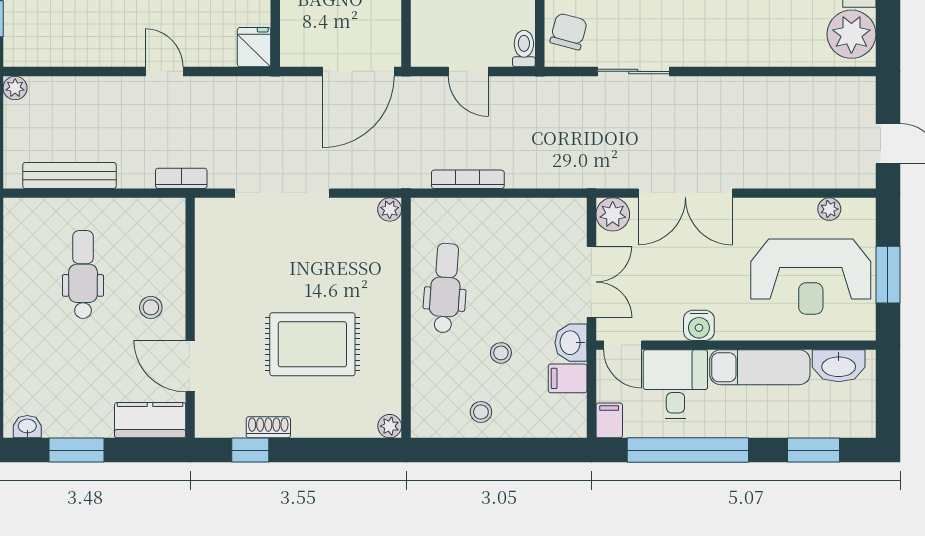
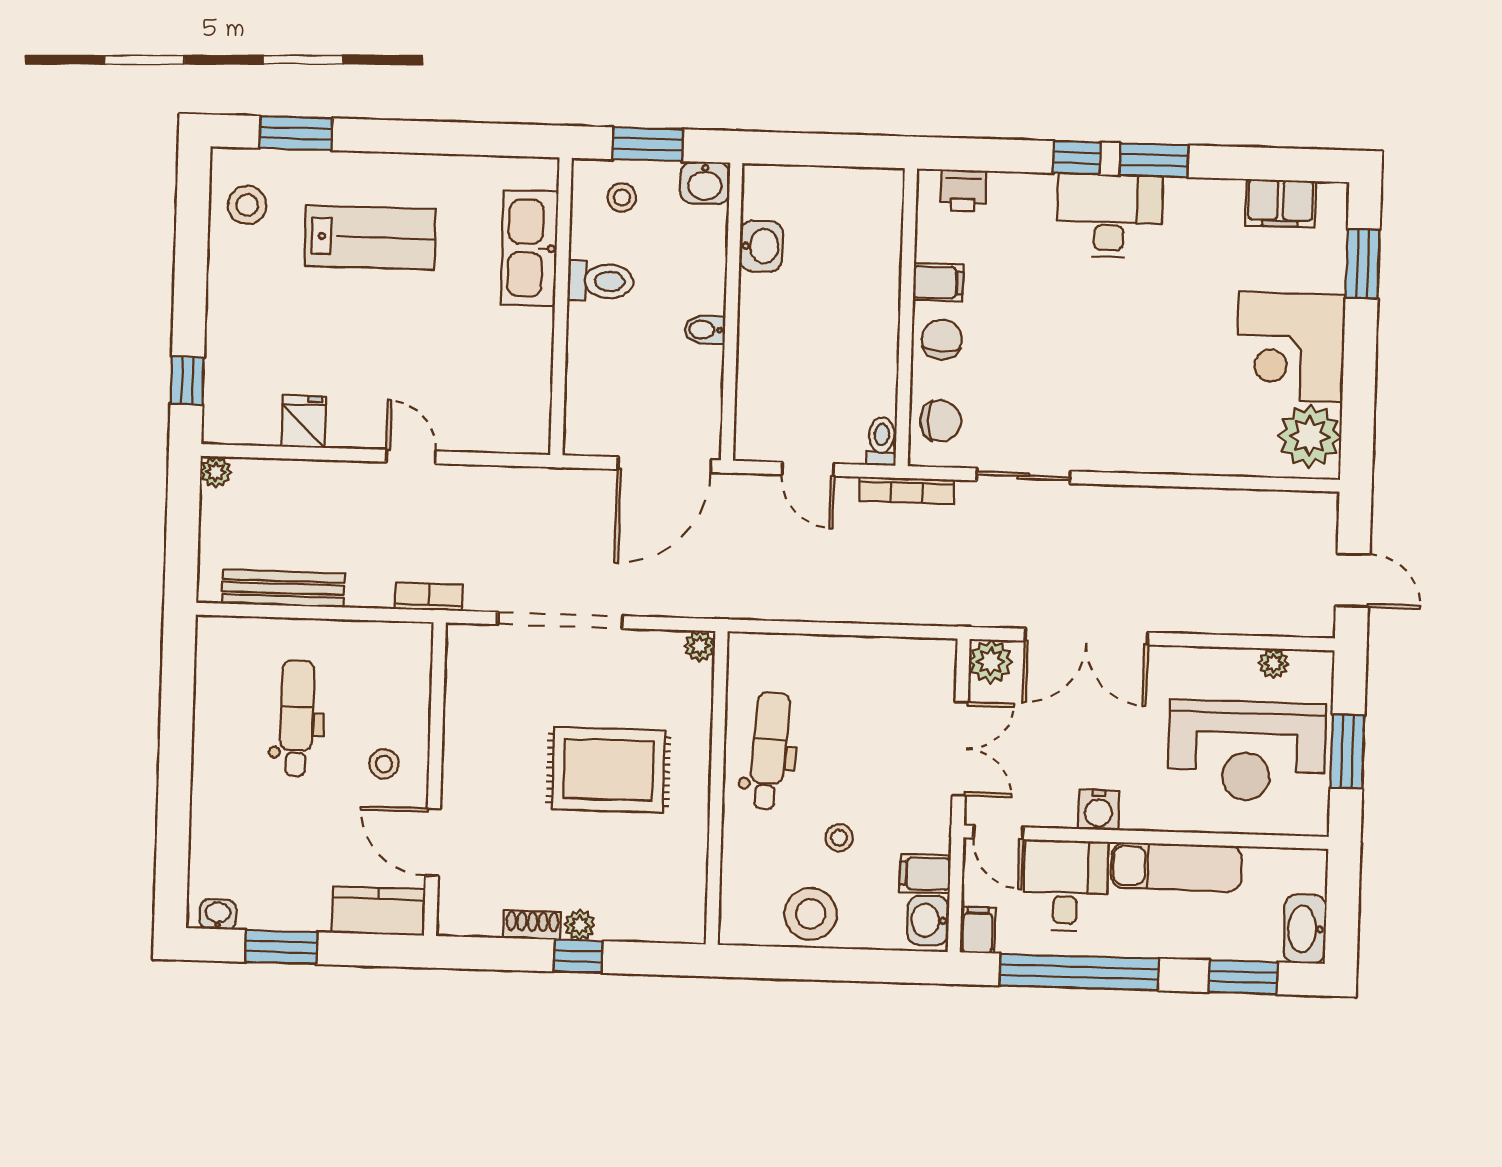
chair: (569, 31) -> (941, 421), turned 75
fridge: (254, 47) -> (304, 421), moved
bookcase: (468, 179) -> (907, 490), moved, turned 180
washbasin: (571, 343) -> (928, 920), moved
rug: (312, 344) -> (608, 770), moved
washbasin: (839, 366) -> (1305, 929), moved, turned 90
stool: (481, 412) -> (811, 914), width x1.89, depth x1.89
plant: (390, 426) -> (580, 925), moved
window: (250, 450) -> (578, 956), moved

